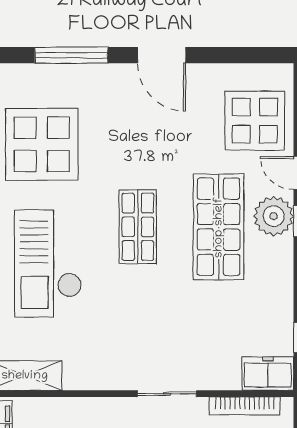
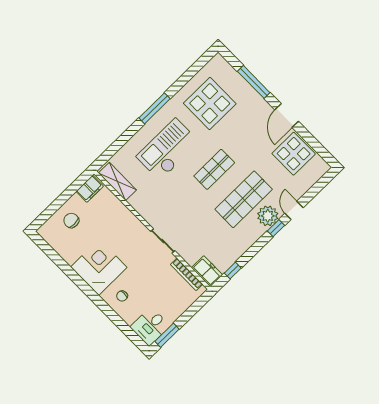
display table: (255, 121) -> (294, 154), moved

